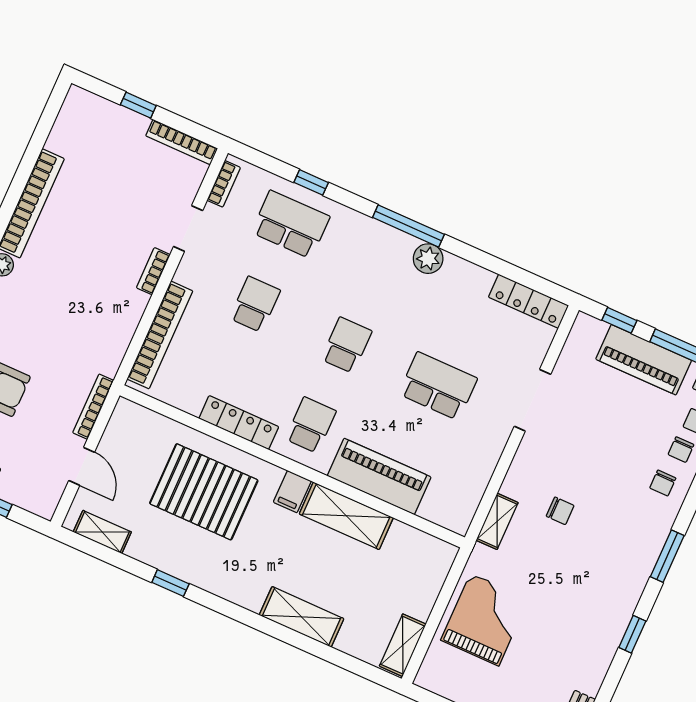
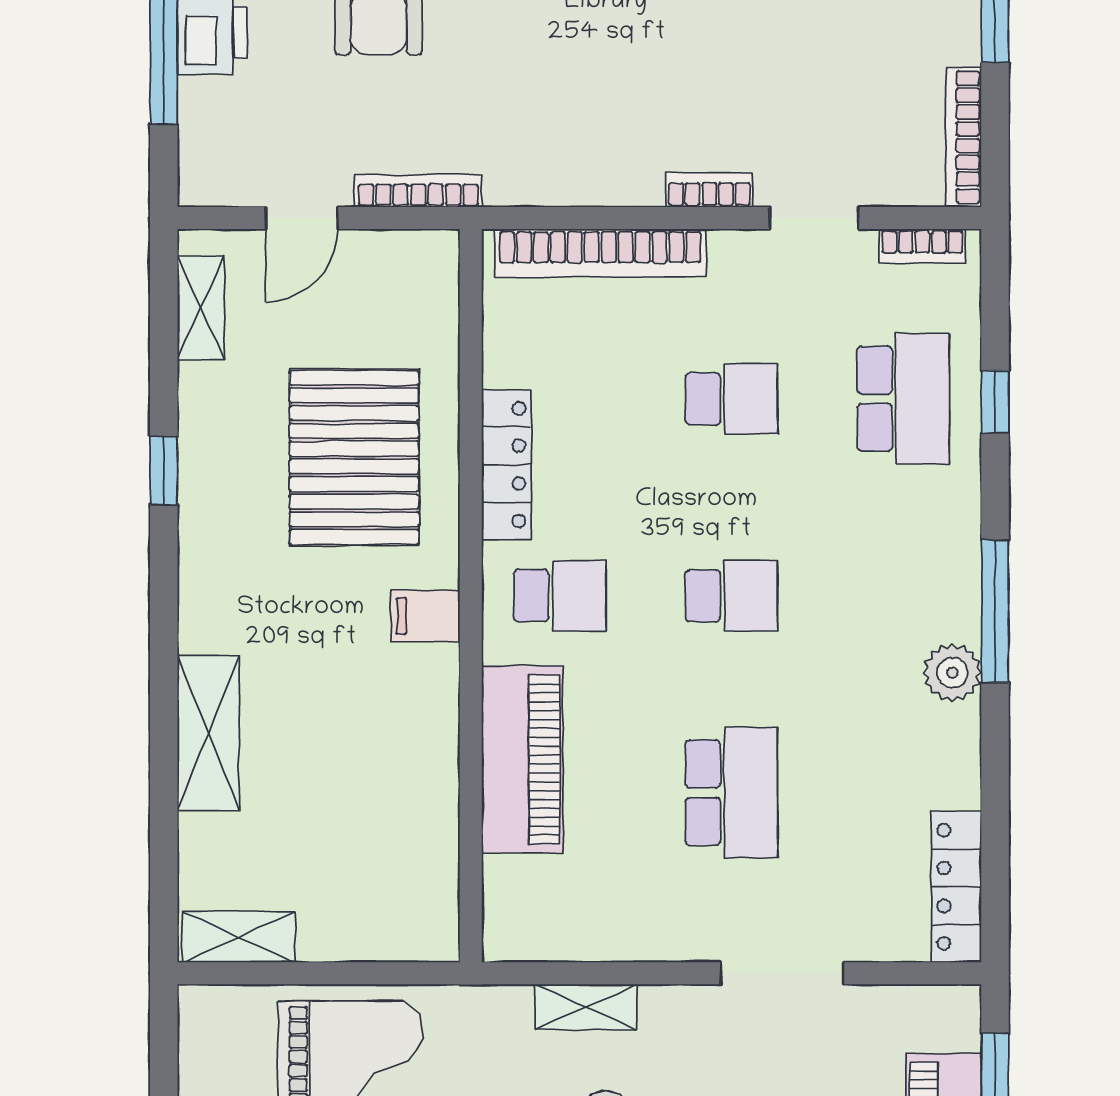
shelving: (346, 516) -> (425, 732), removed
shelving: (497, 521) -> (586, 1007), moved

